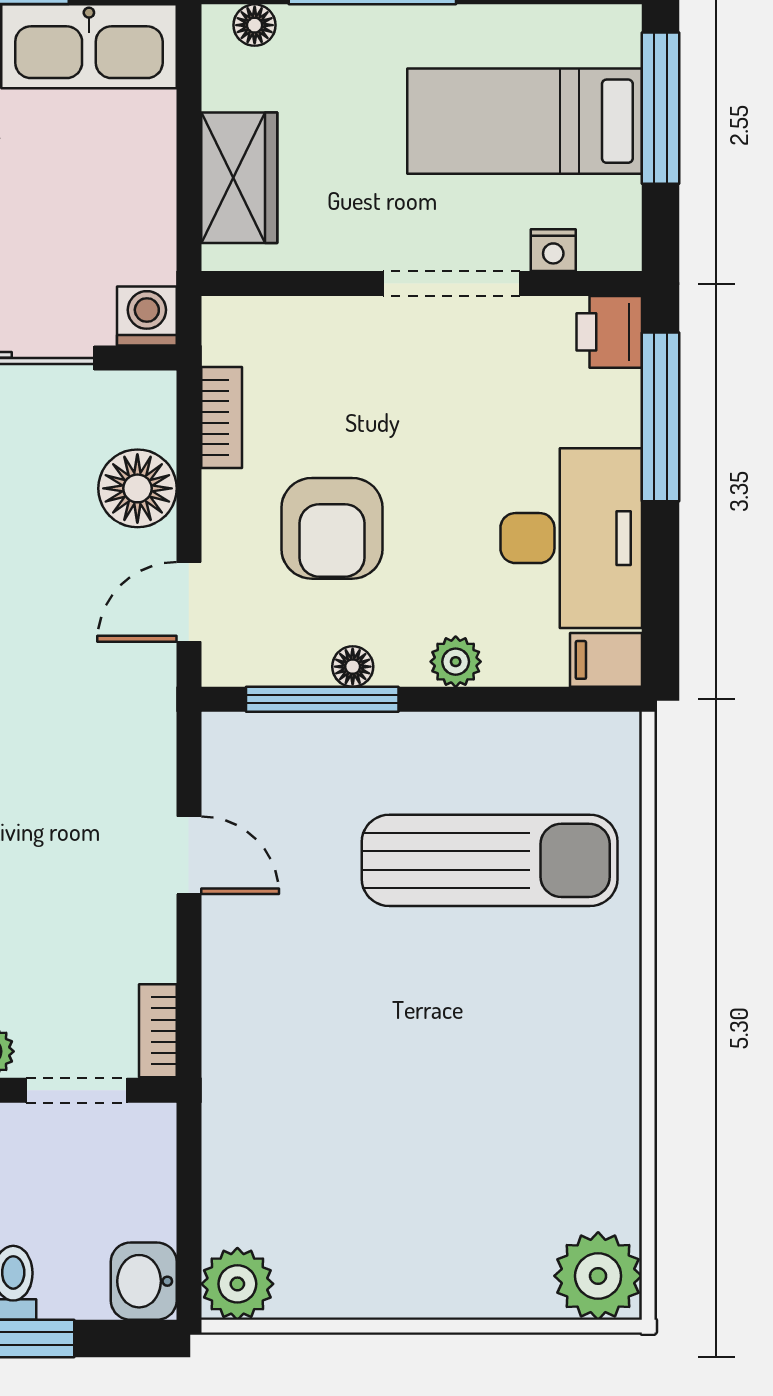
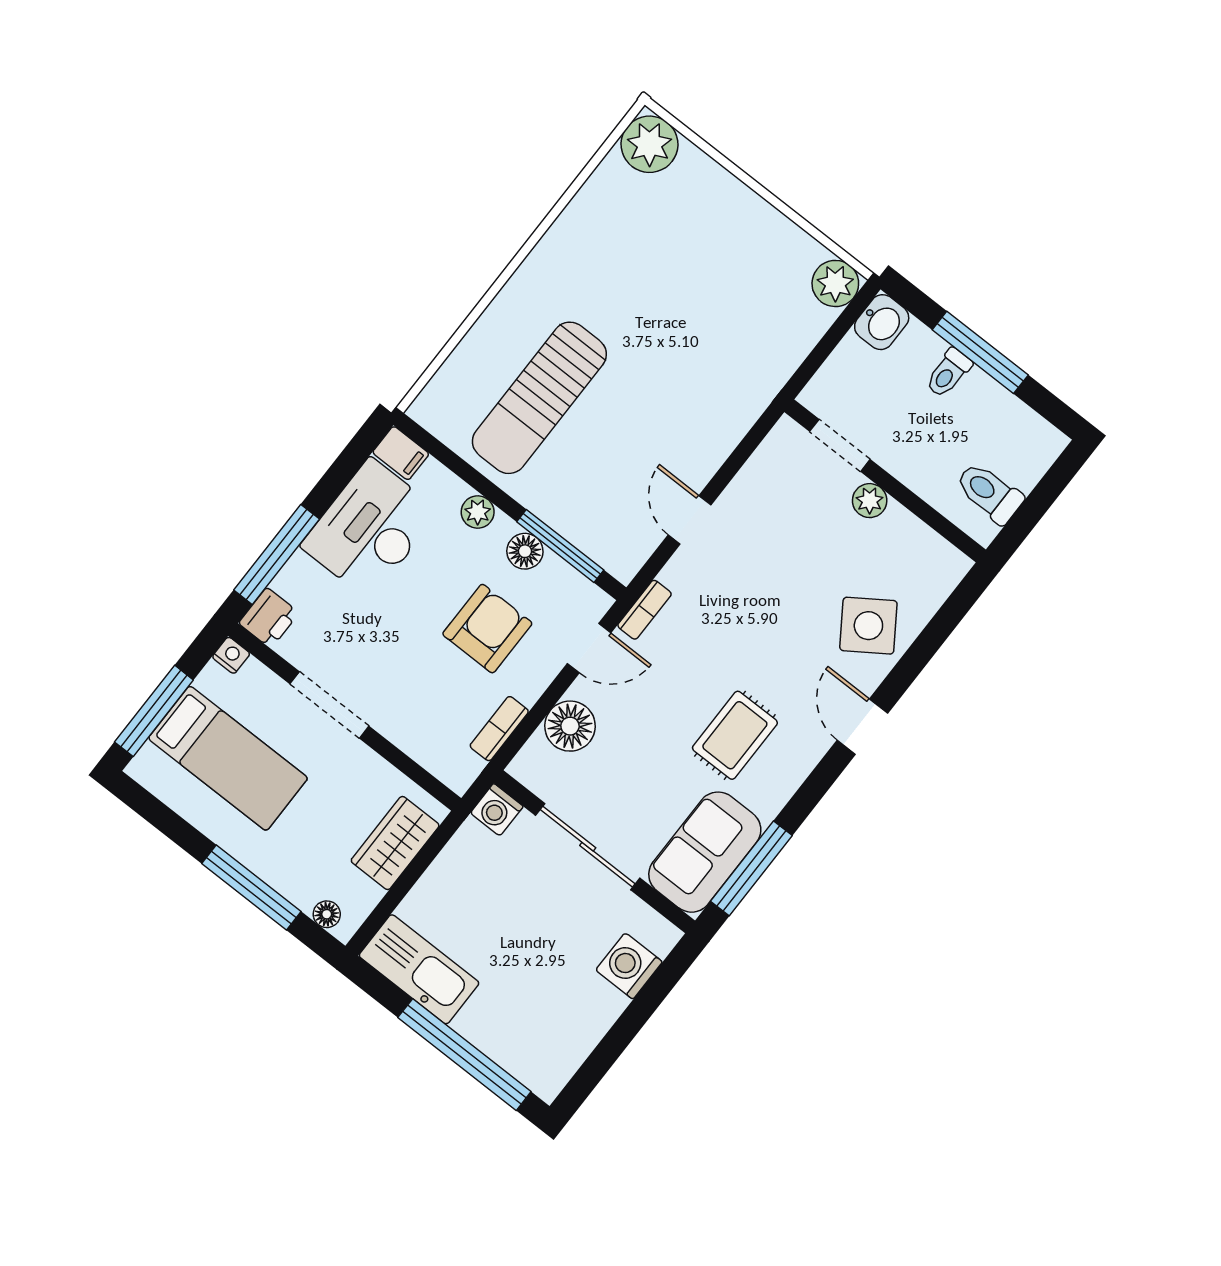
nightstand: (553, 250) -> (231, 655), moved
floor lamp: (353, 667) -> (525, 551), width x1.37, depth x1.37
sun lounger: (490, 860) -> (539, 398), turned -90
bookcase: (158, 1031) -> (645, 610), moved

